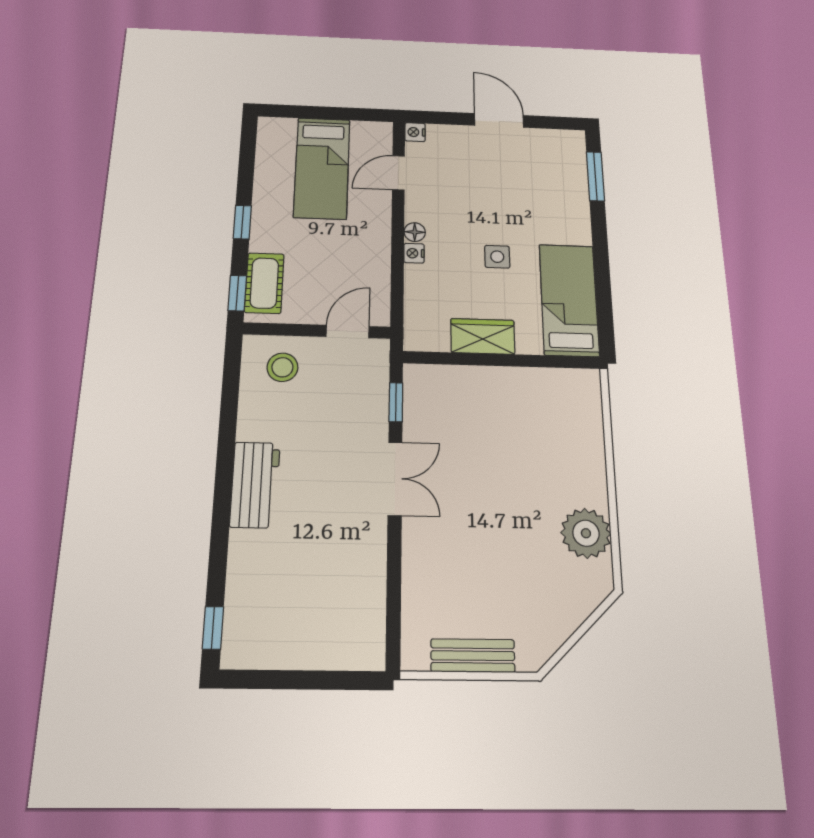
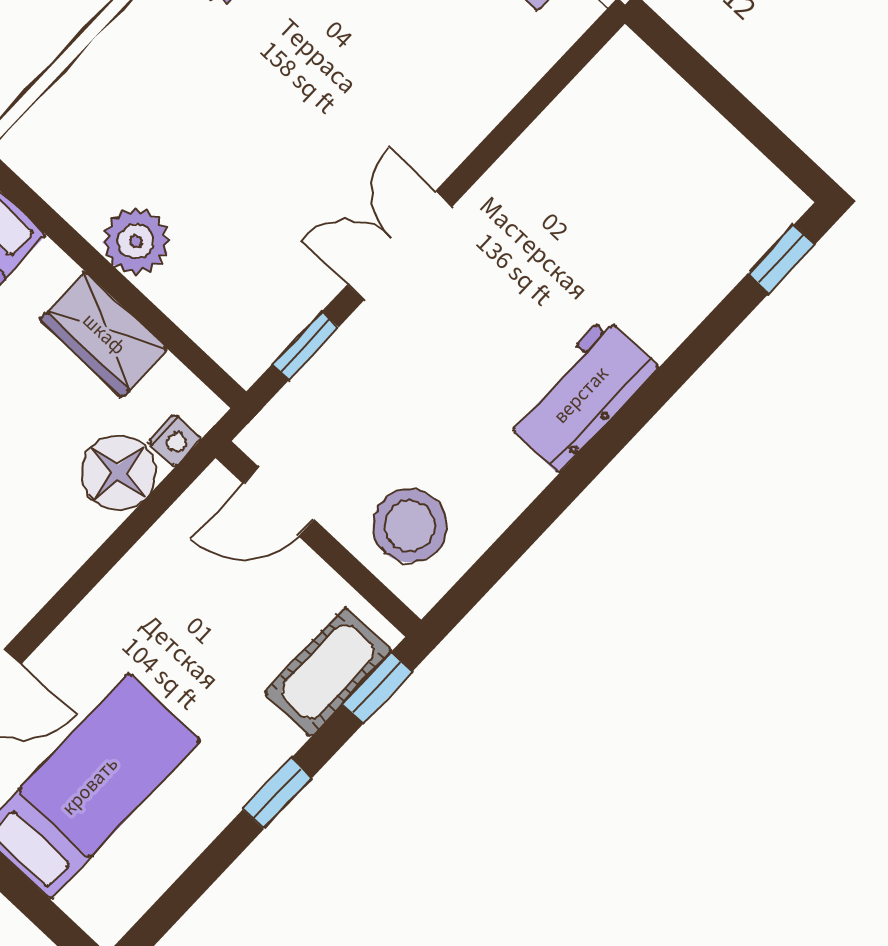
floor lamp: (415, 232) -> (118, 473), moved, width x1.89, depth x1.89
nightstand: (414, 253) -> (174, 440), moved
stool: (282, 367) -> (410, 526), width x1.38, depth x1.38
plant: (506, 384) -> (136, 241), added

